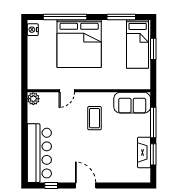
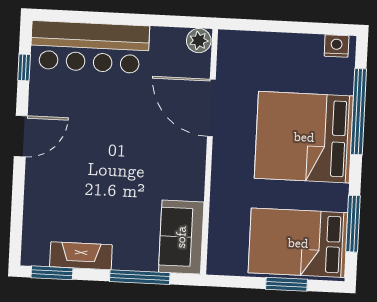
bed: (138, 44) -> (298, 243), width x1.50
door: (67, 91) -> (211, 108), width x1.88
coffee table: (95, 118) -> (154, 161), removed
window: (153, 154) -> (52, 273), moved

